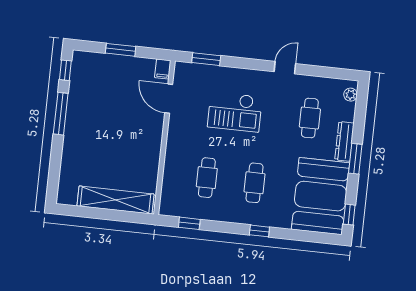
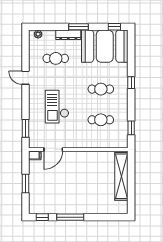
checkout: (235, 112) -> (57, 107), turned 180

